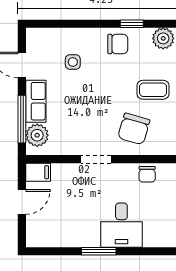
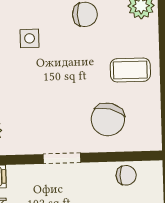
chair: (147, 174) -> (126, 175), turned -90

